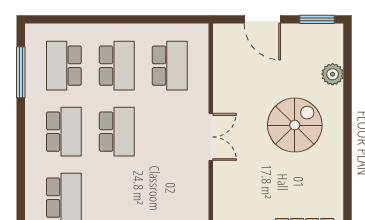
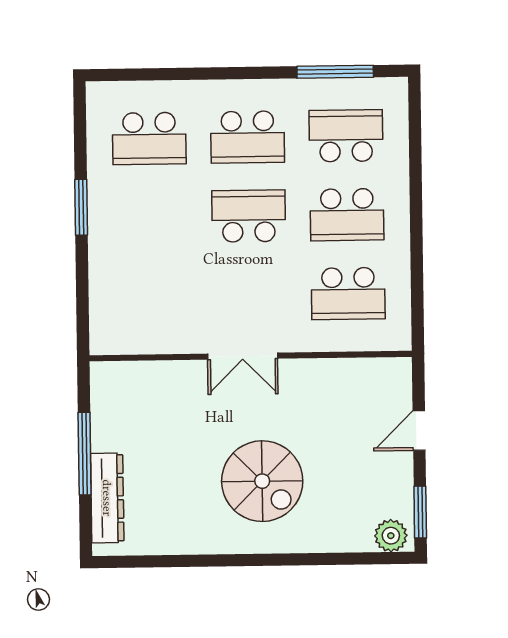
door: (262, 19) -> (419, 431), width x0.73
plant: (333, 74) -> (391, 536), moved
school desk: (117, 132) -> (249, 216), turned 180

